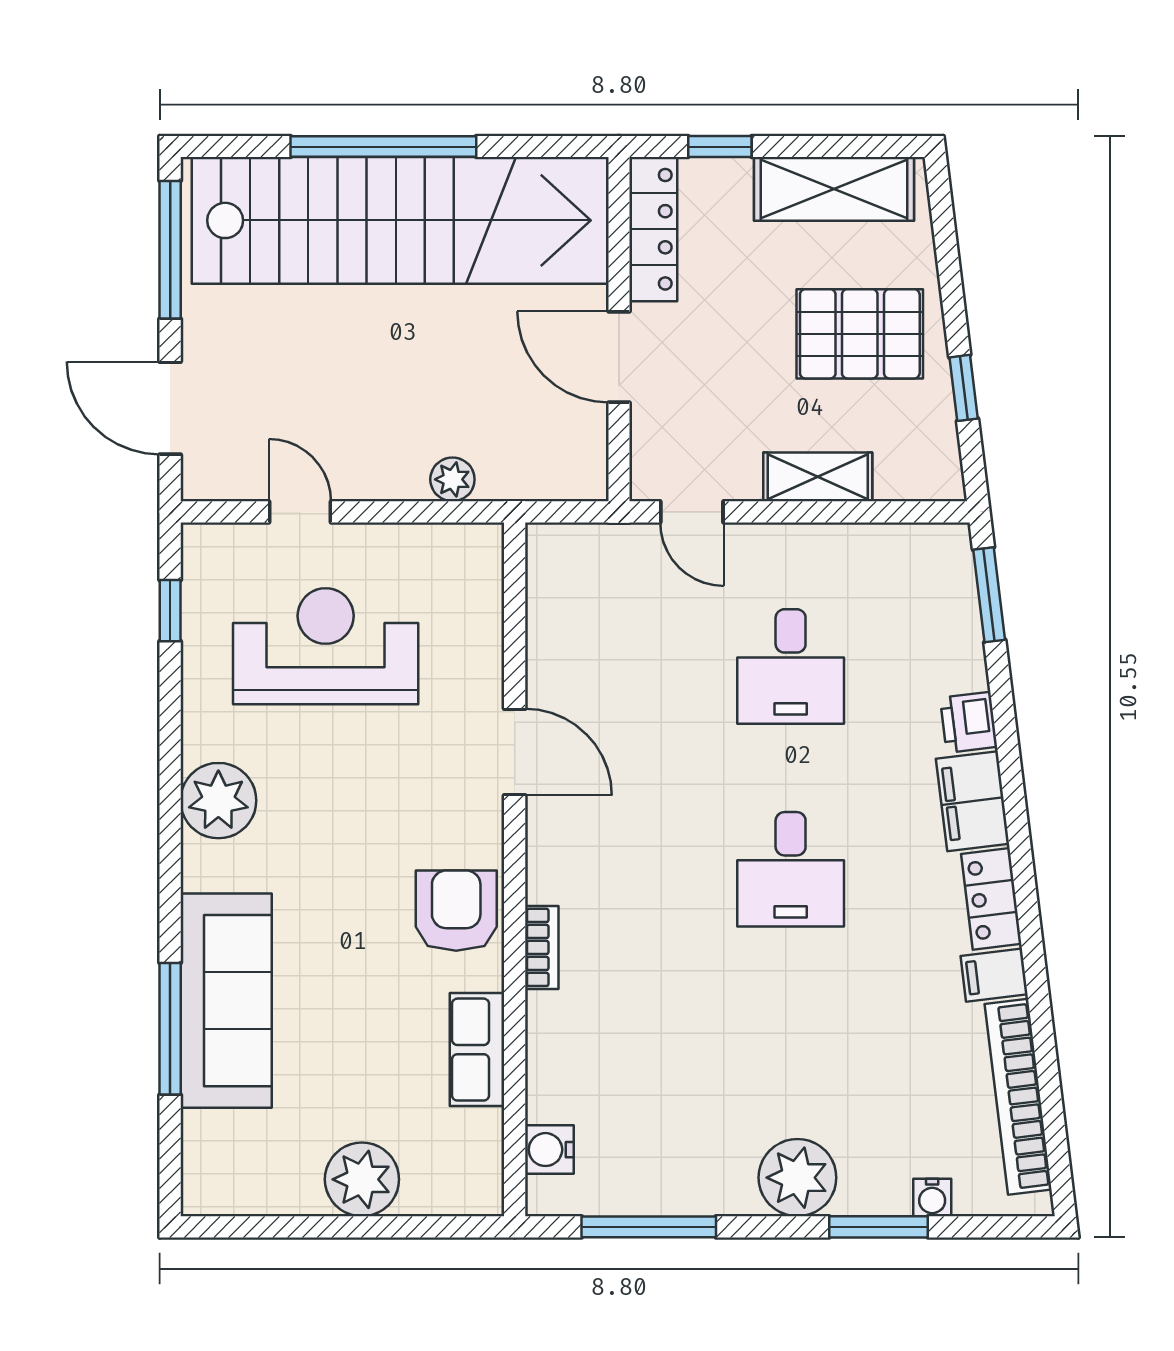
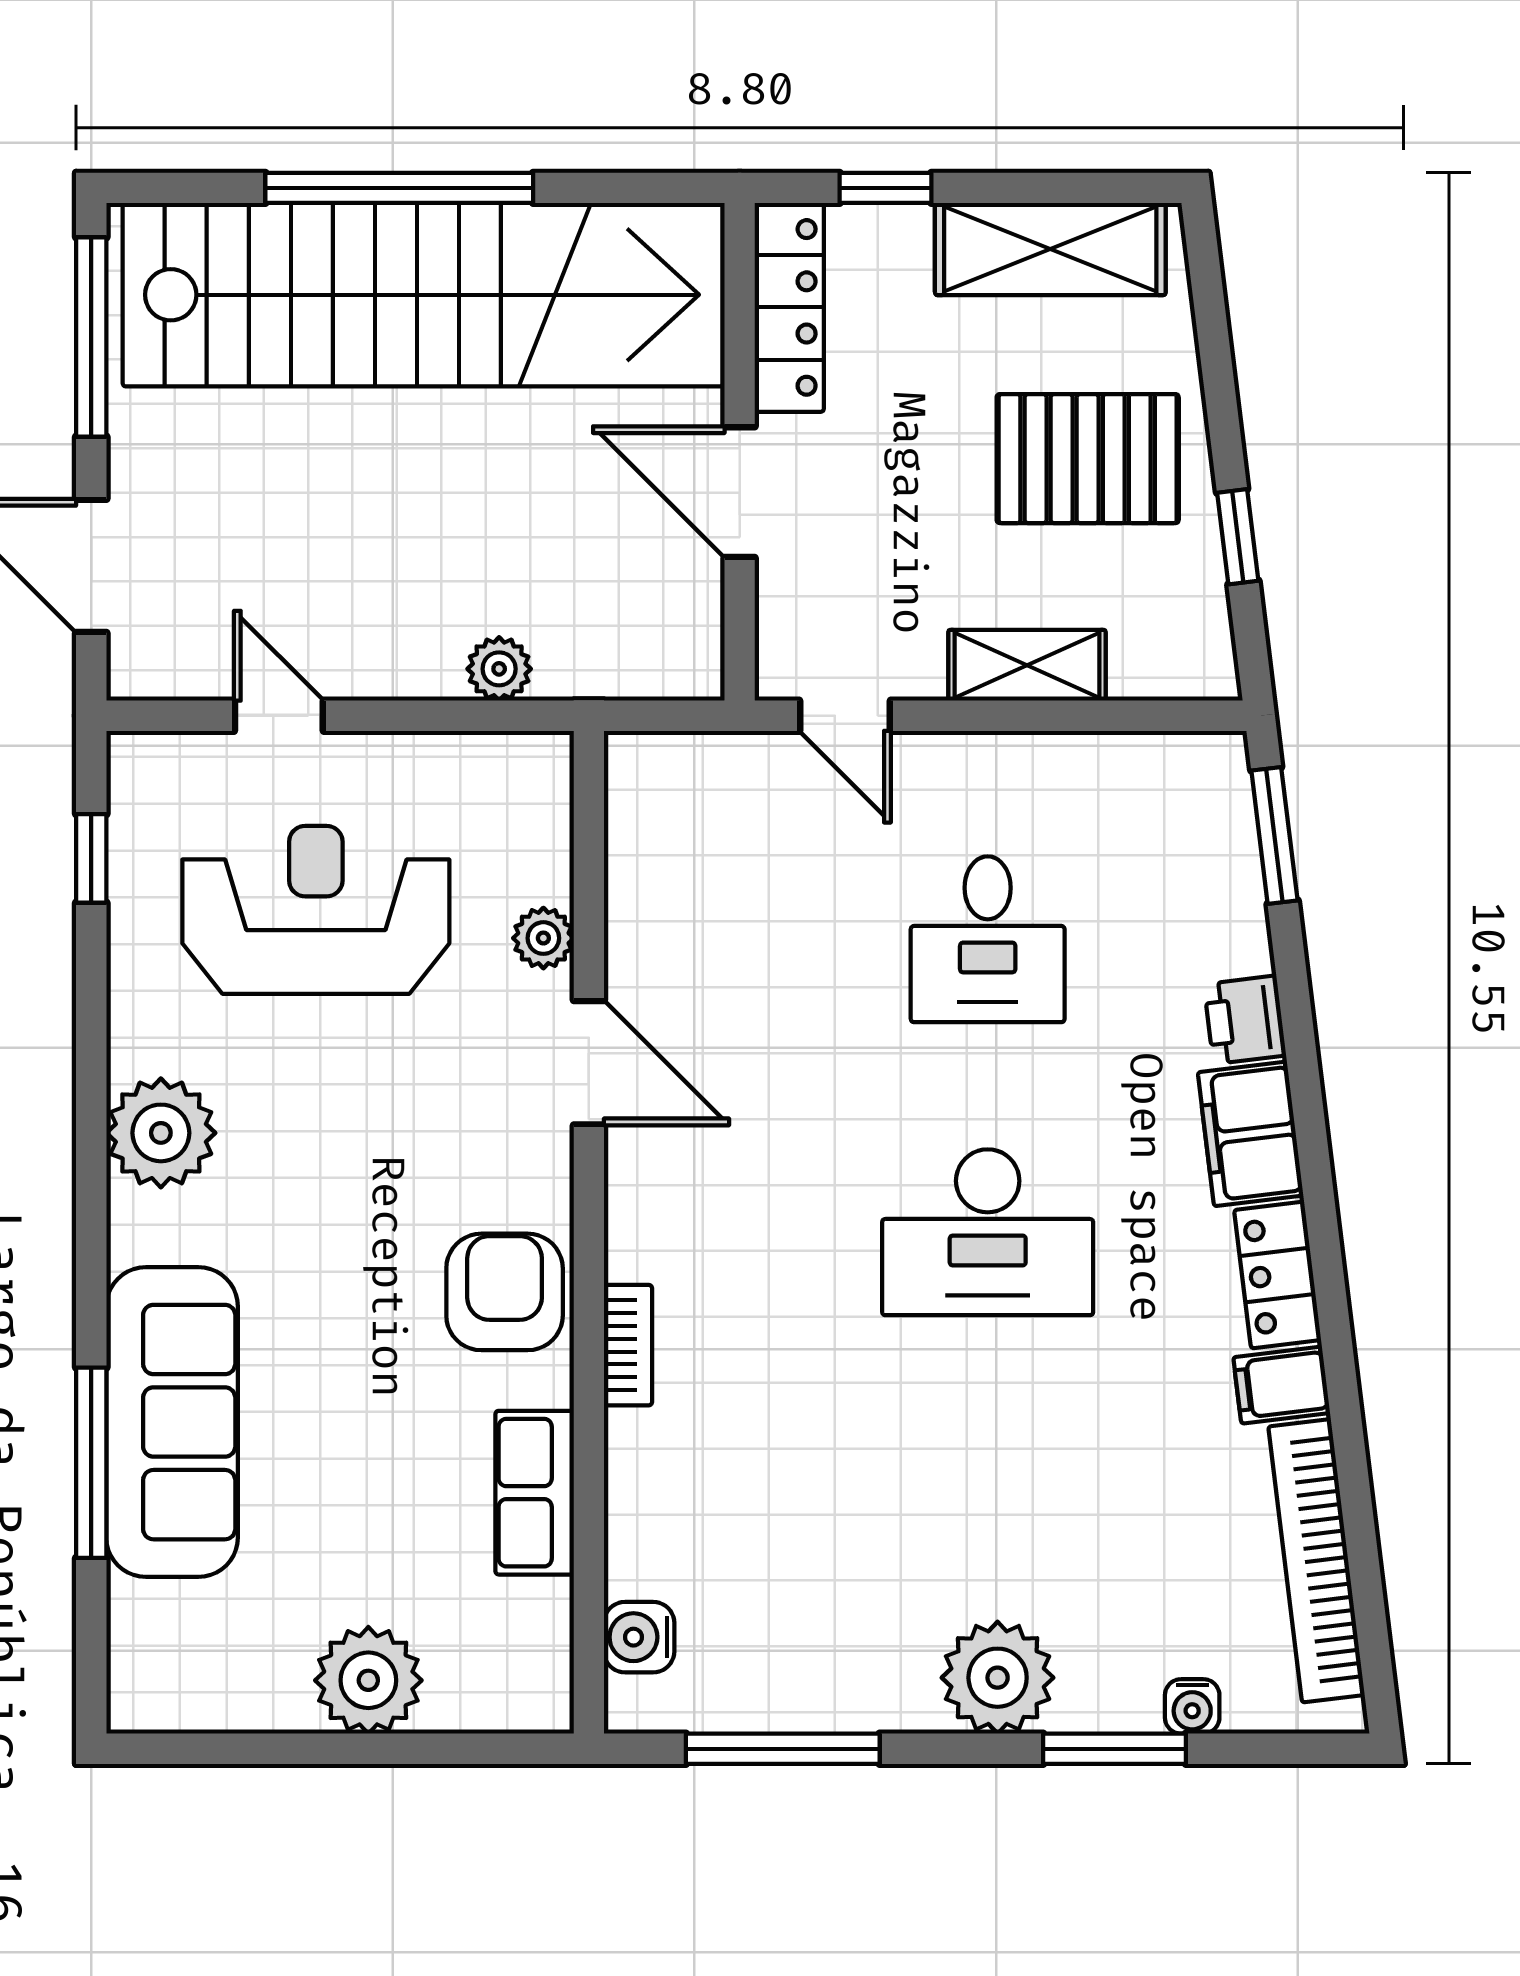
plant: (483, 666) -> (543, 938), added
desk: (791, 869) -> (988, 1232), width x1.37

